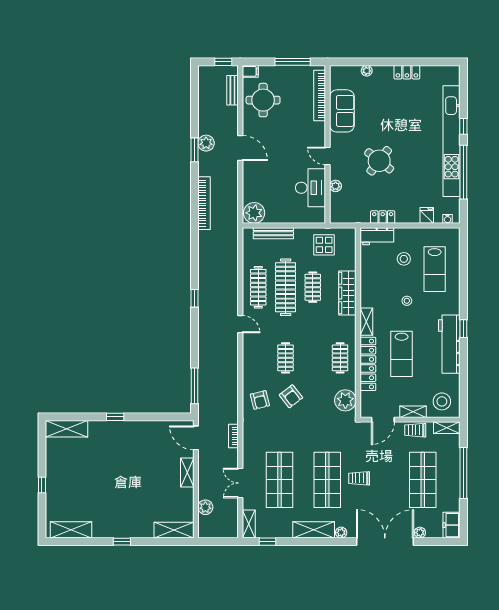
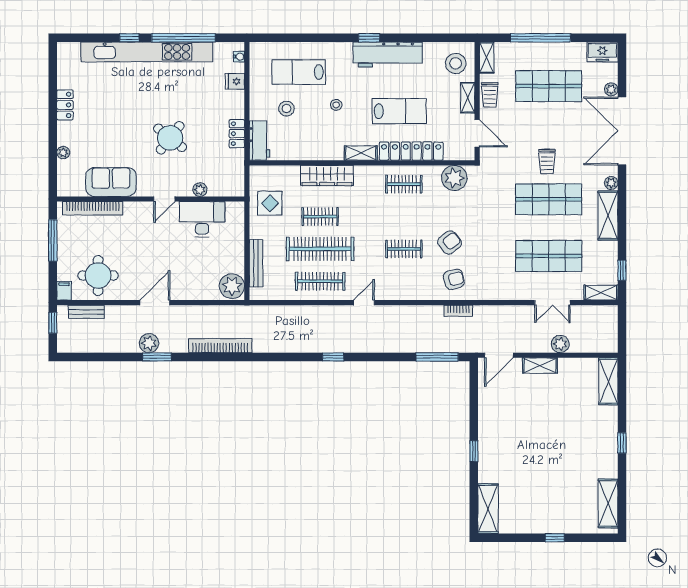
lab bench: (435, 269) -> (299, 72), turned 180
bookcase: (233, 436) -> (458, 311), moved
plant: (205, 507) -> (560, 344), moved

